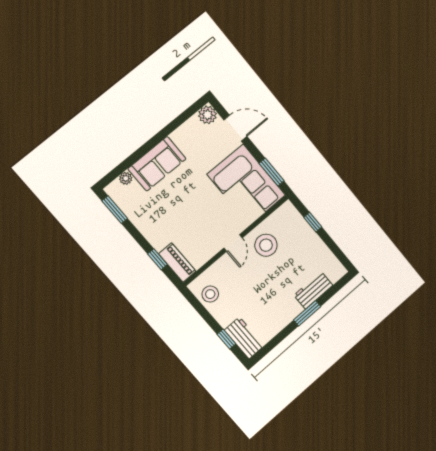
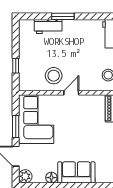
floor lamp: (179, 136) -> (51, 178), added
window: (272, 172) -> (16, 126), moved
plant: (126, 178) -> (100, 179), removed

